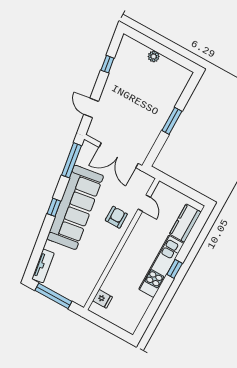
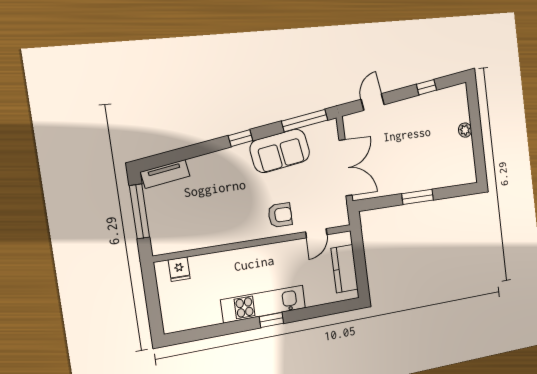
double door: (118, 155) -> (346, 168), swing flipped
sofa: (75, 207) -> (280, 151), width x0.54, depth x0.79
kitchen counter: (185, 223) -> (345, 269), moved, turned -90

